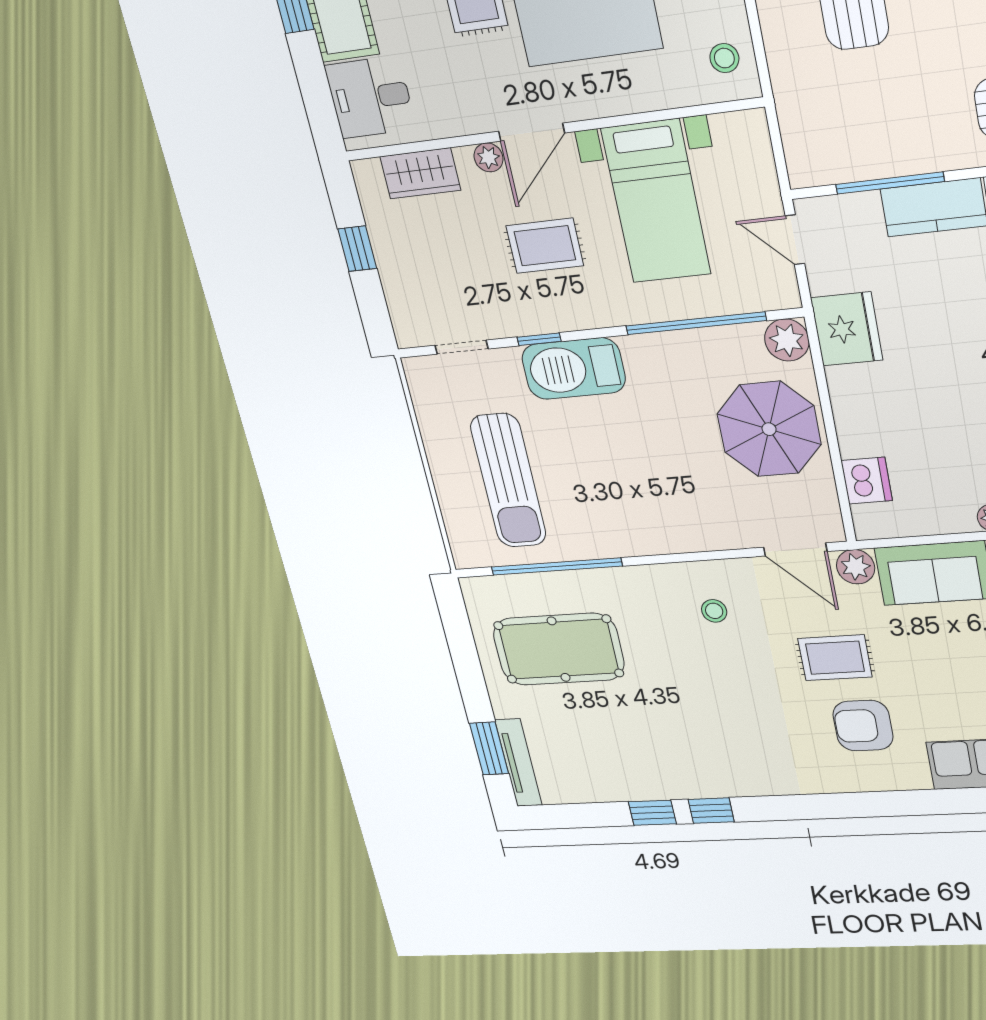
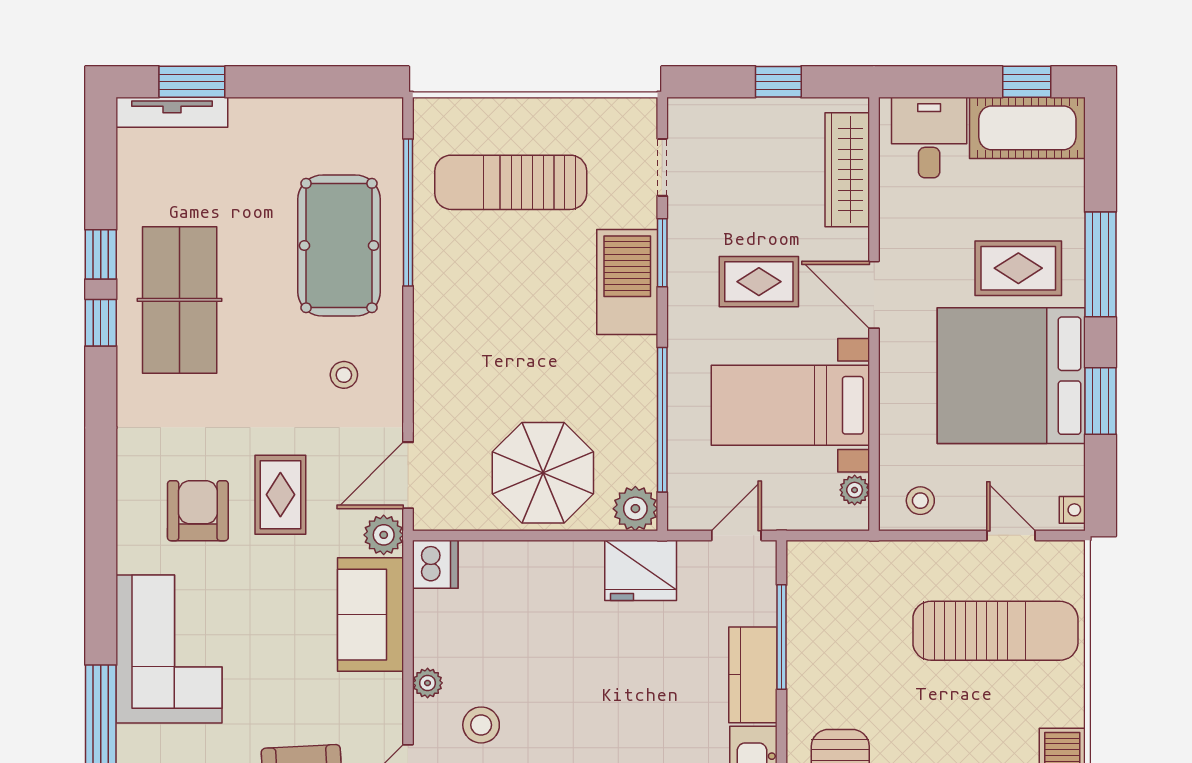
plant: (489, 157) -> (855, 490), moved
wardrobe: (420, 173) -> (847, 170), width x1.50
rug: (545, 246) -> (759, 282), turned 90
window: (539, 339) -> (662, 253), width x1.50
dishwasher: (867, 481) -> (435, 564), moved, turned -90
pool table: (559, 649) -> (339, 246), moved
table tennis table: (677, 749) -> (180, 300), added

